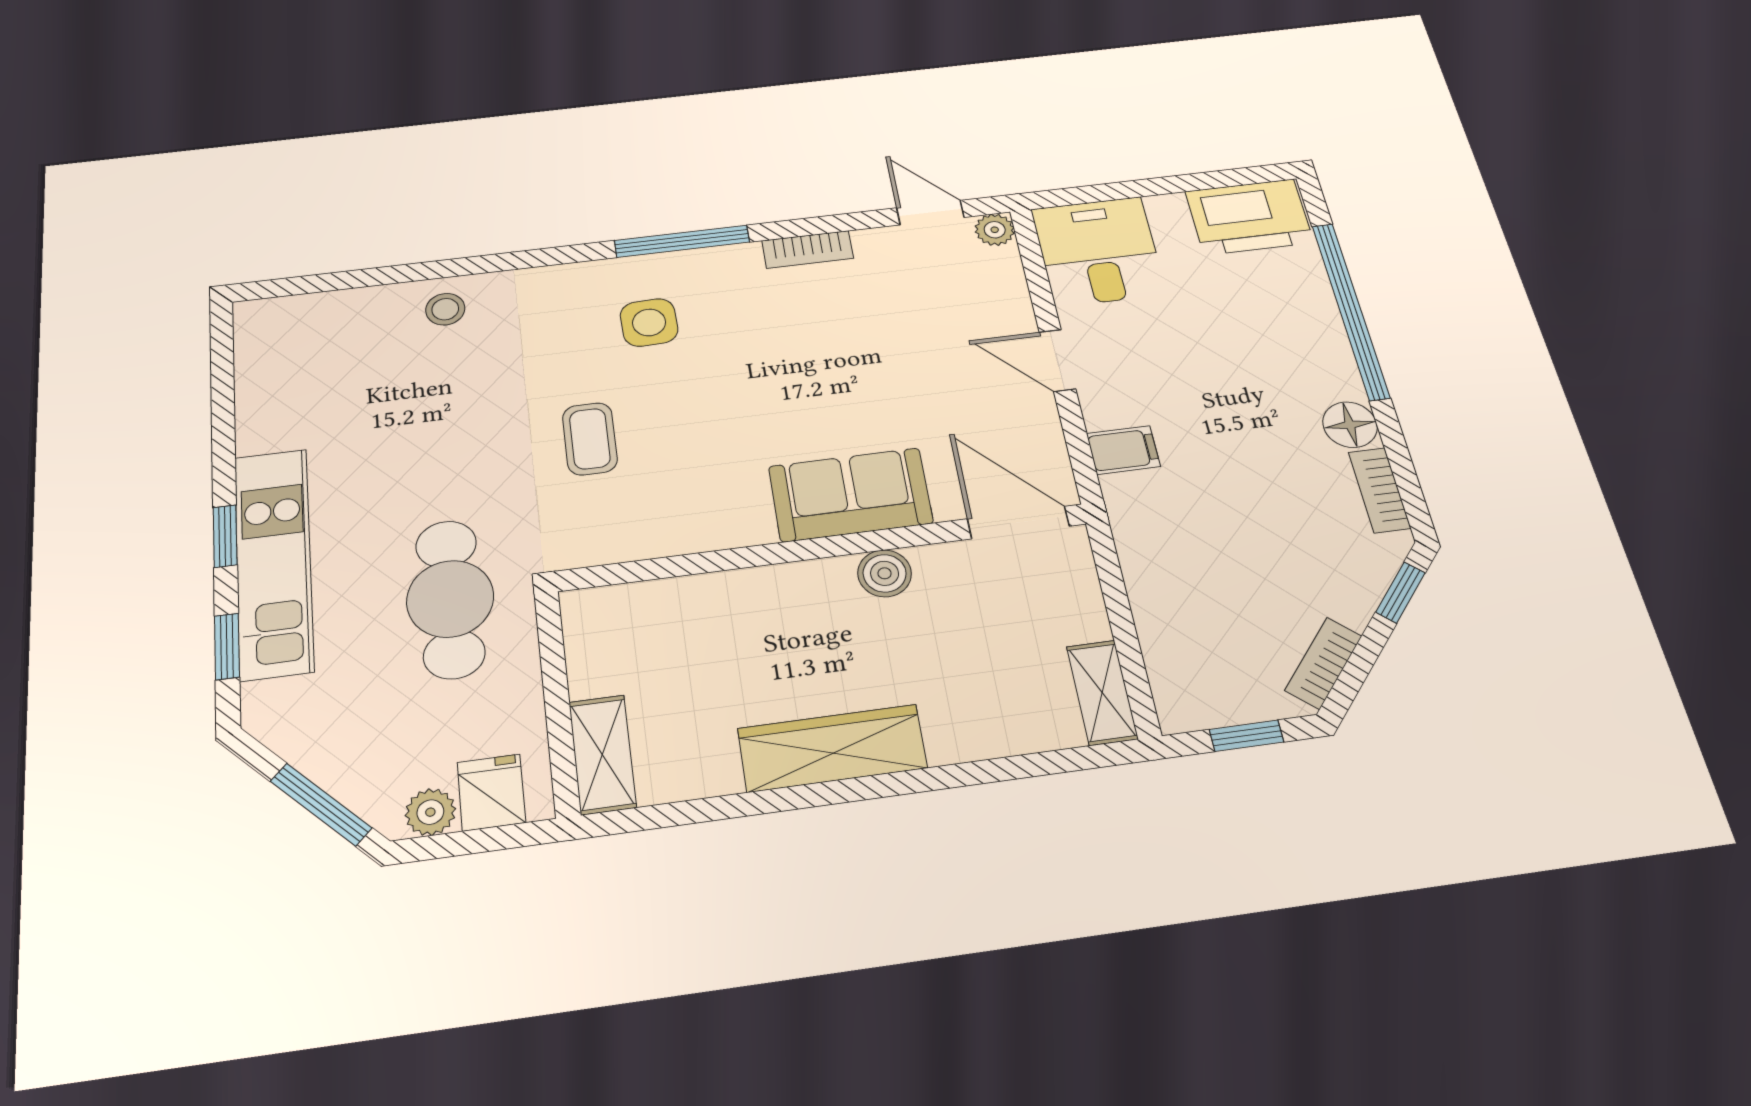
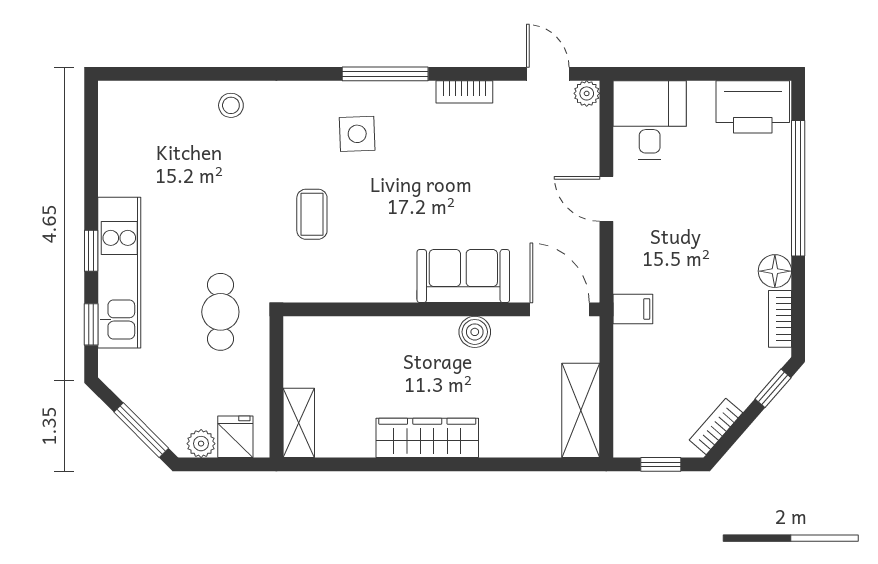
filing cabinet: (1123, 450) -> (633, 309), moved
cafe table: (450, 599) -> (220, 312), width x0.73, depth x0.74
shelving: (1102, 692) -> (581, 410), width x1.50, depth x1.33

